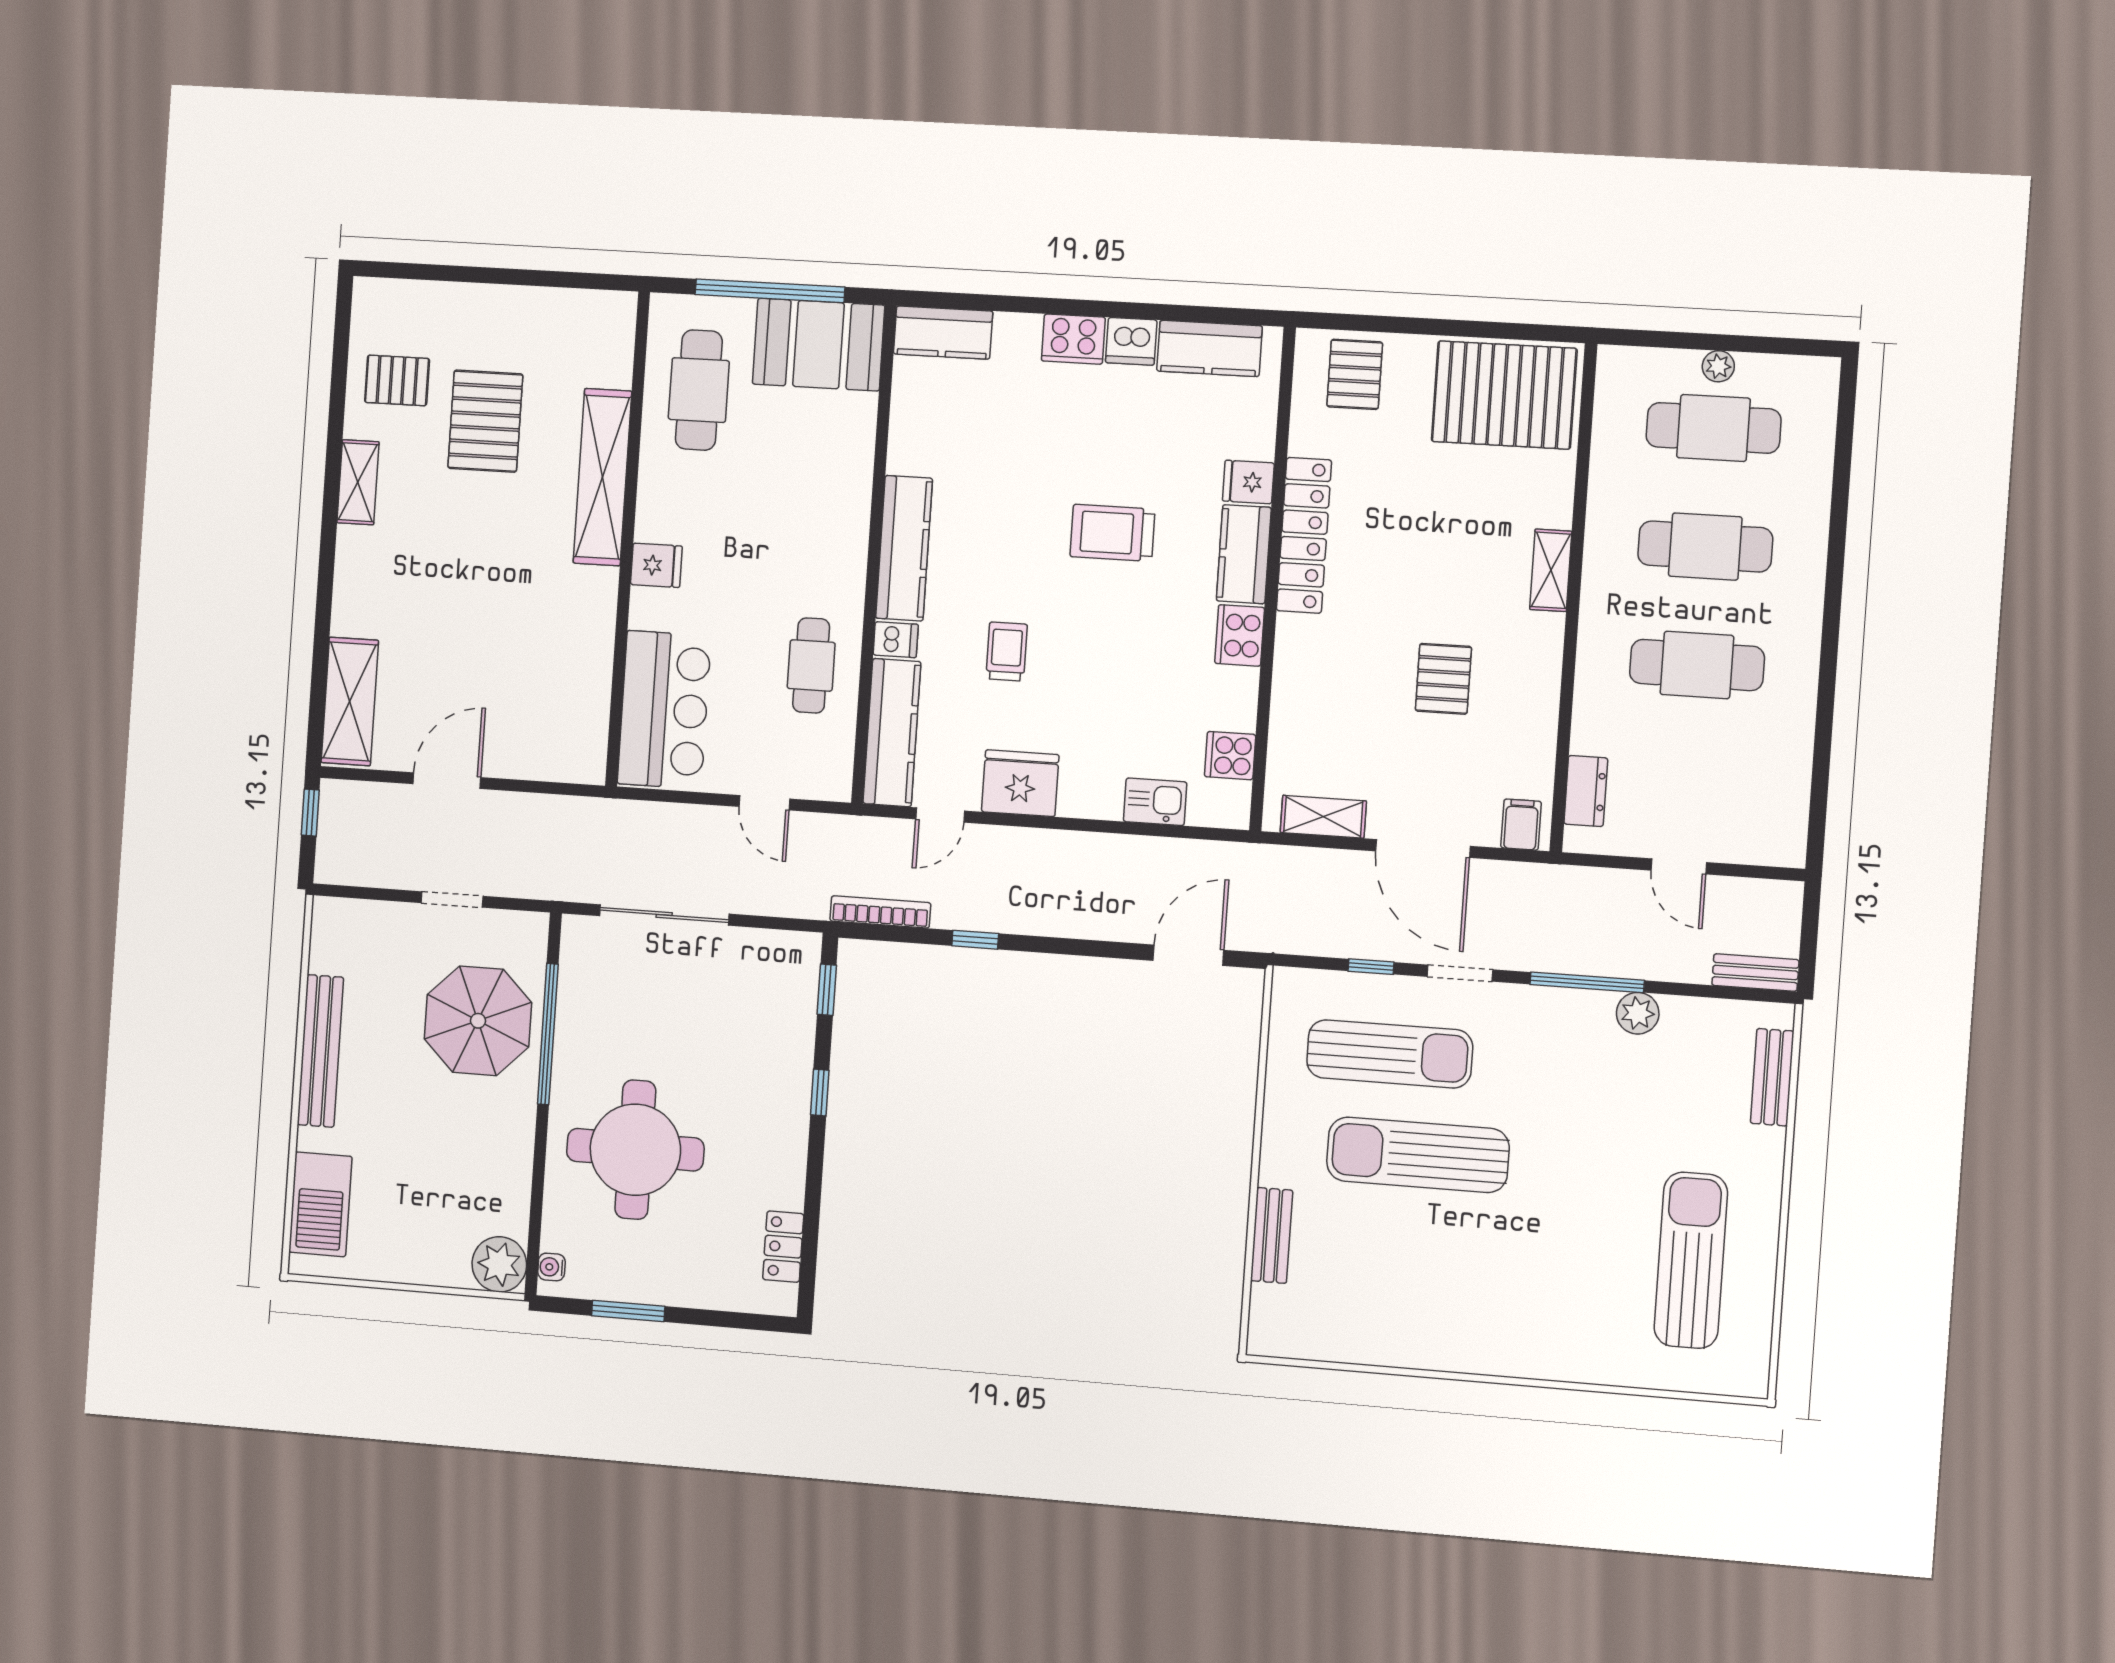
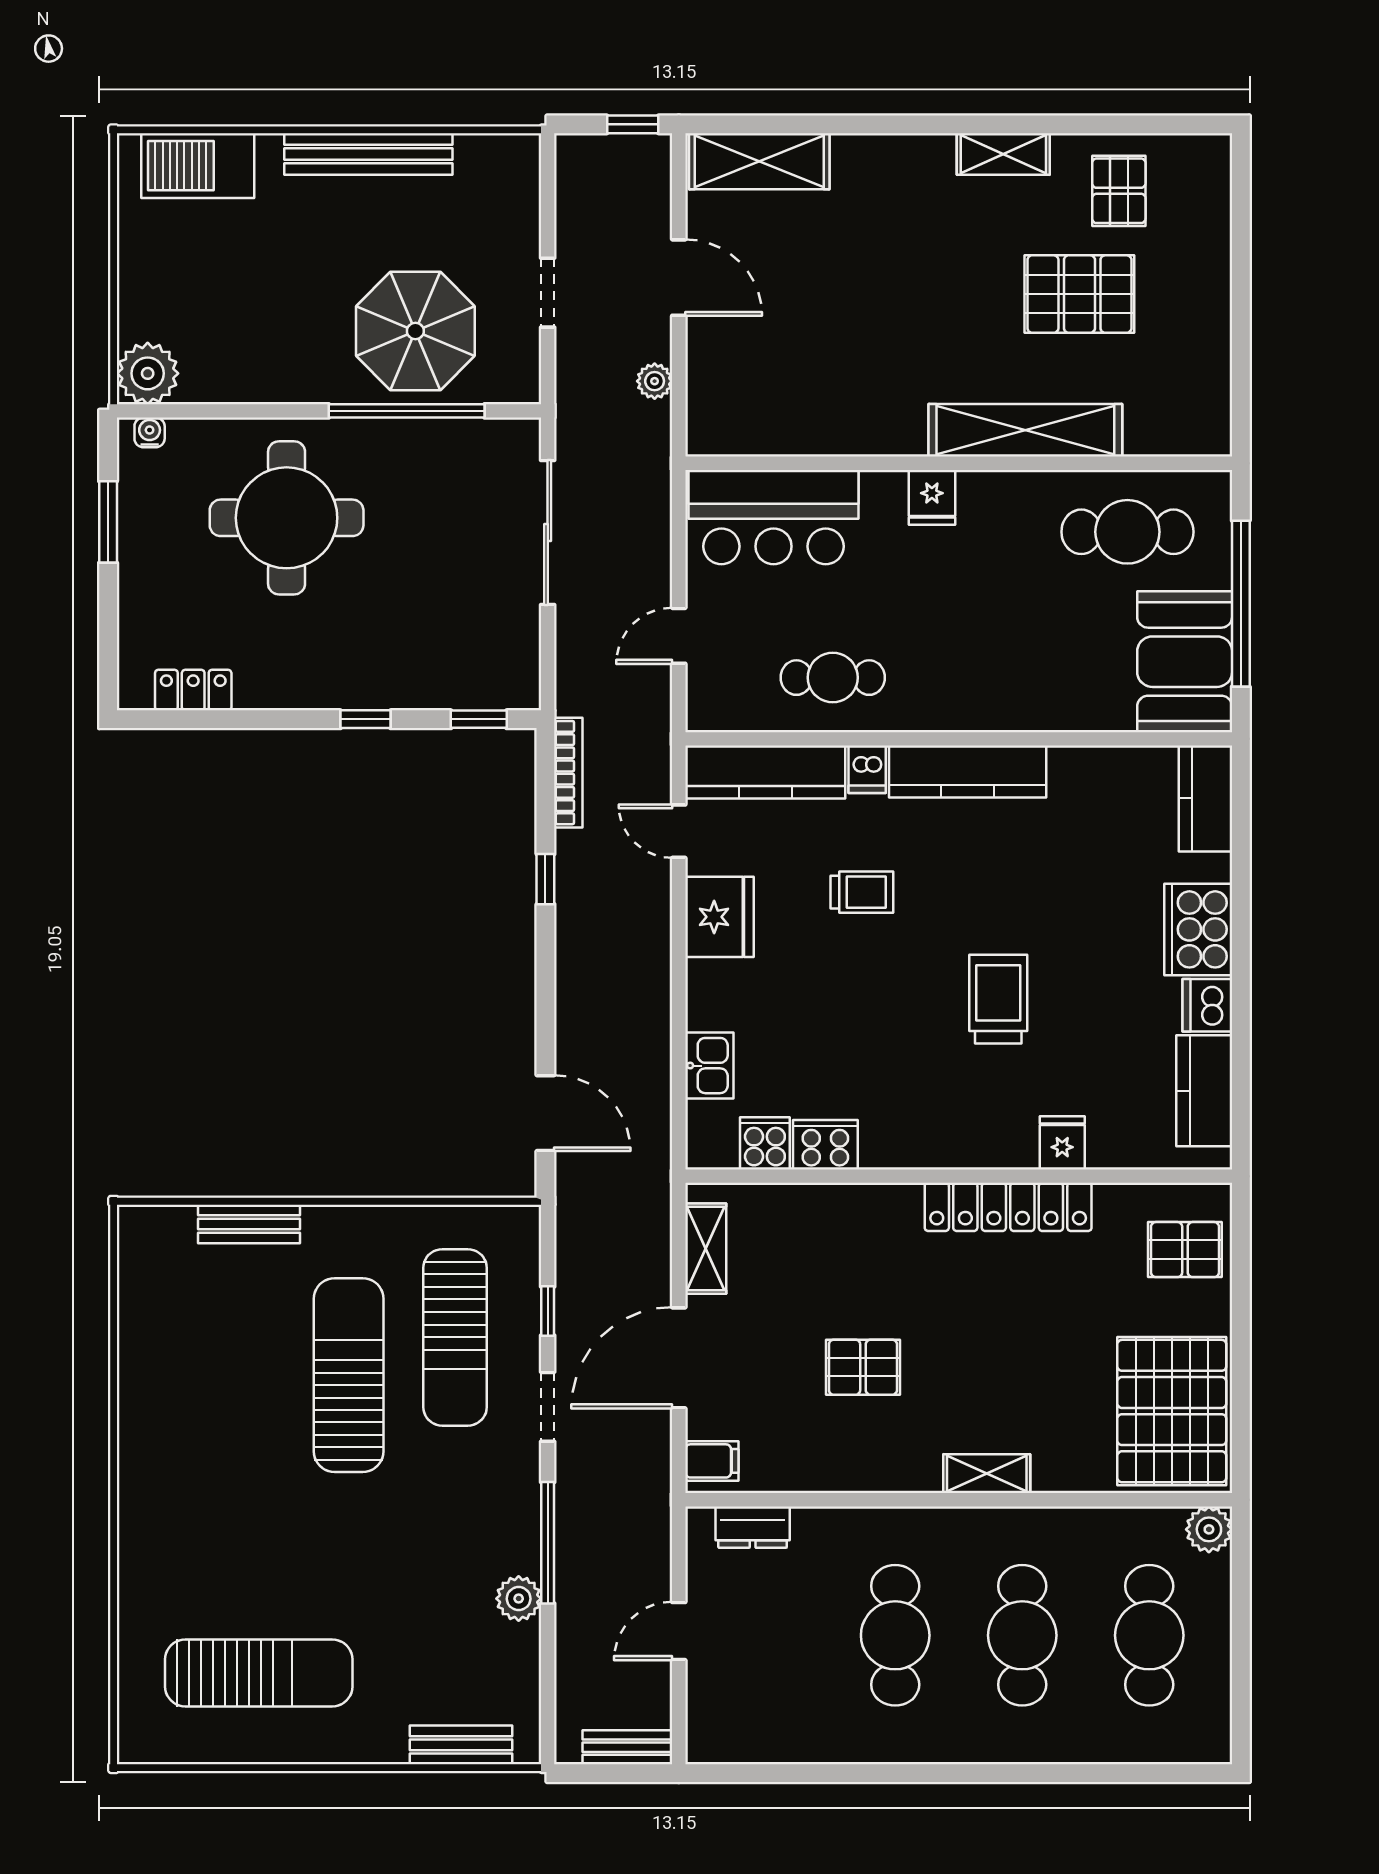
cooker: (1073, 339) -> (1198, 929), width x1.37, depth x1.31
plant: (1718, 366) -> (1209, 1529), moved, width x1.38, depth x1.38
kitchen counter: (1244, 554) -> (984, 1143), removed
cooker: (1240, 635) -> (825, 1145), moved
plant: (537, 809) -> (655, 381), added
bench: (1755, 973) -> (627, 1747), moved, turned 90

